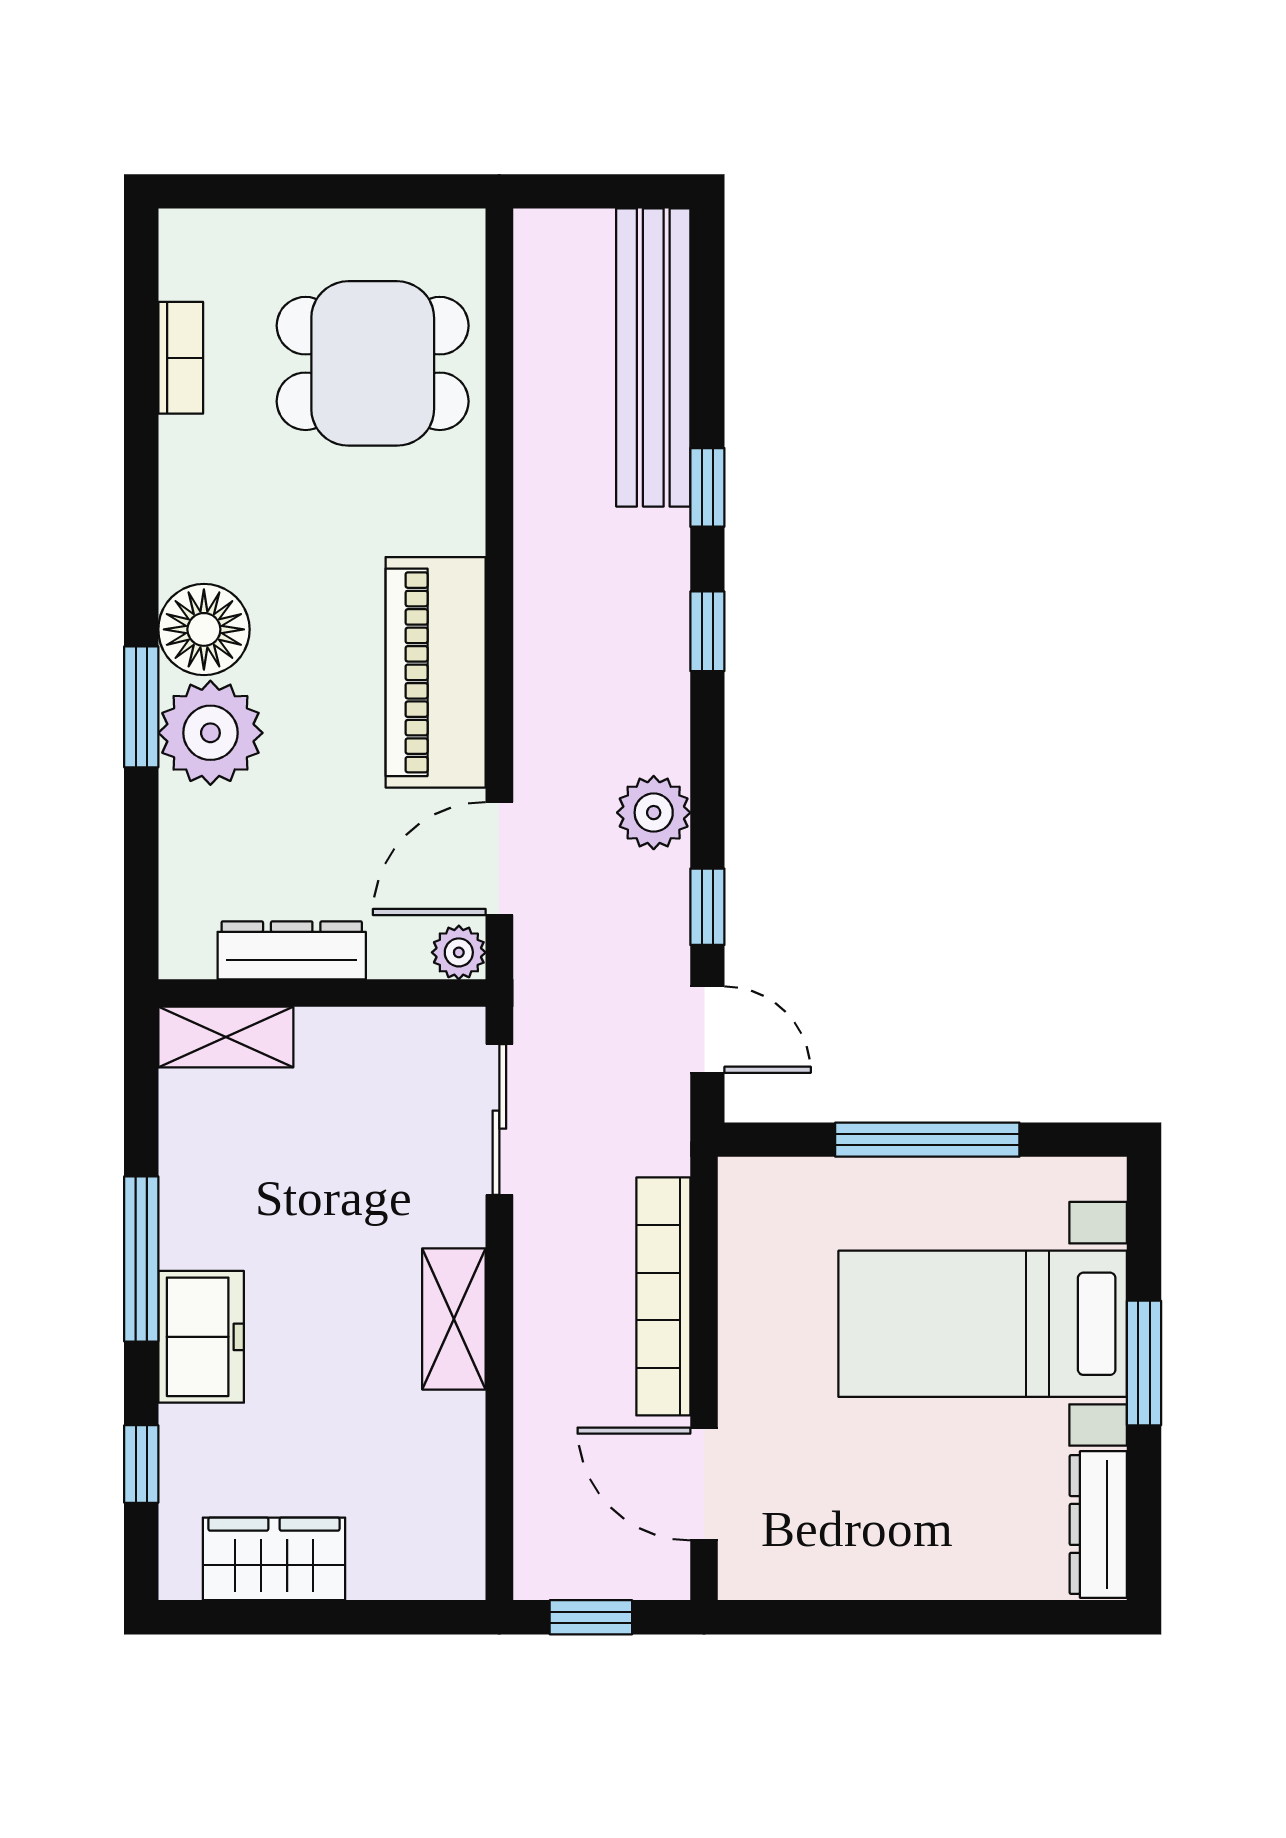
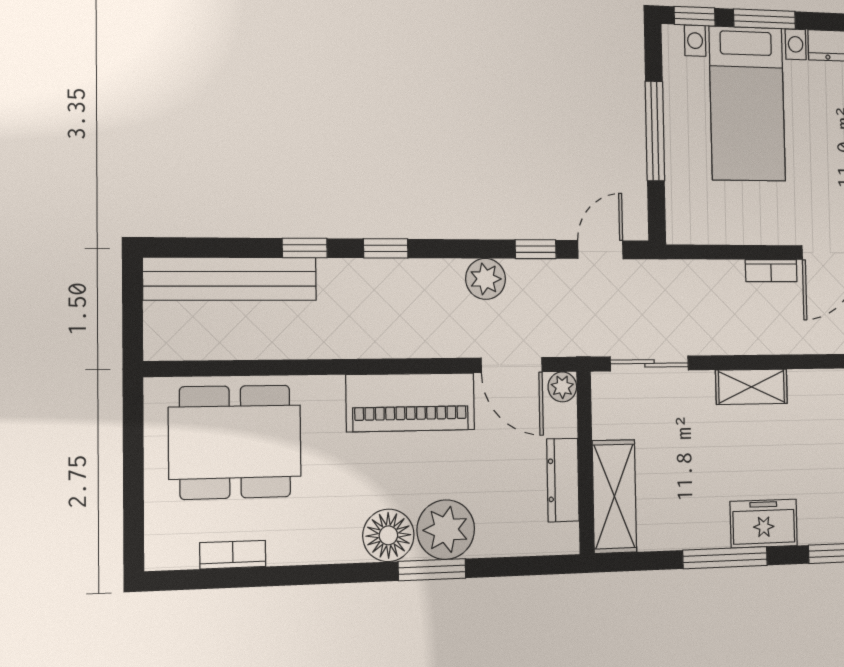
dining table: (373, 363) -> (235, 442), width x1.38
shelving: (226, 1037) -> (614, 496), width x1.50, depth x1.33
window: (1144, 1223) -> (695, 16), added
bookcase: (663, 1296) -> (771, 271), width x0.43, depth x0.76

